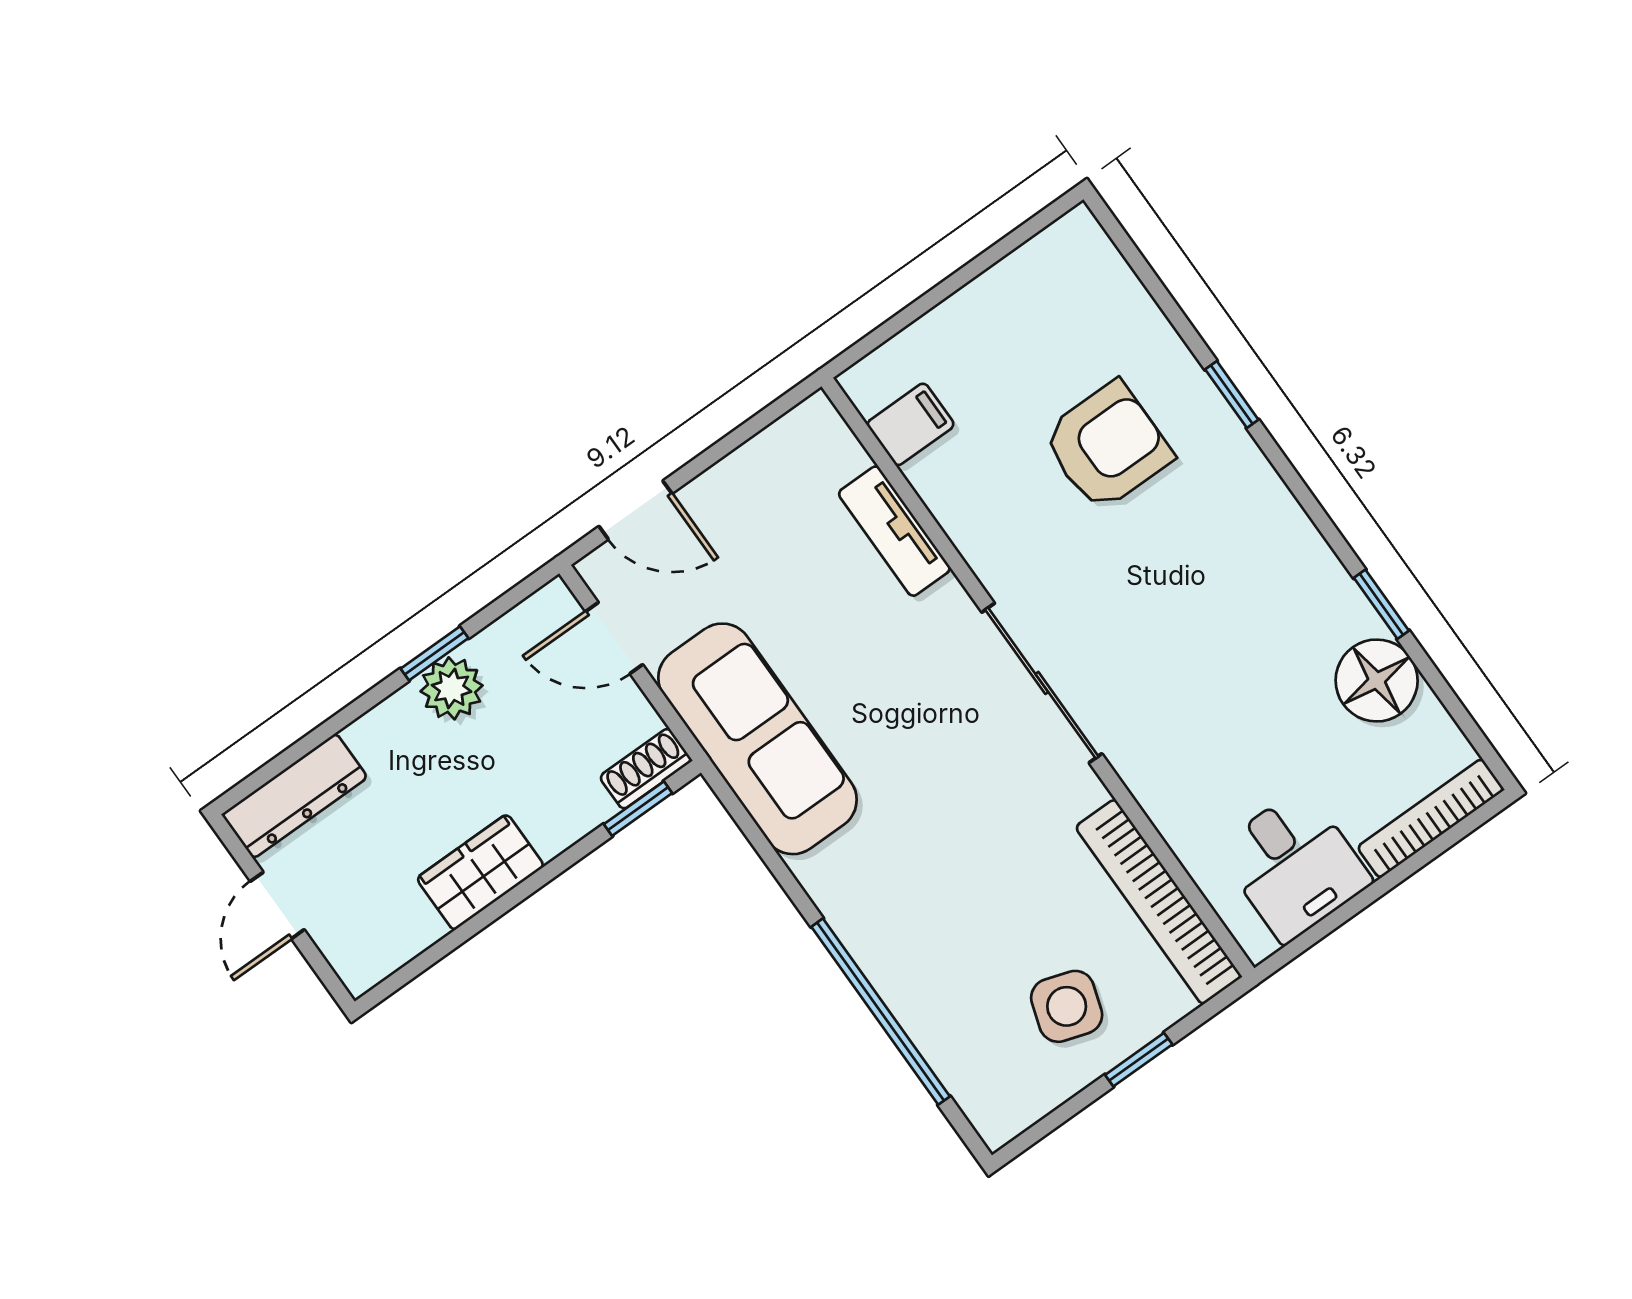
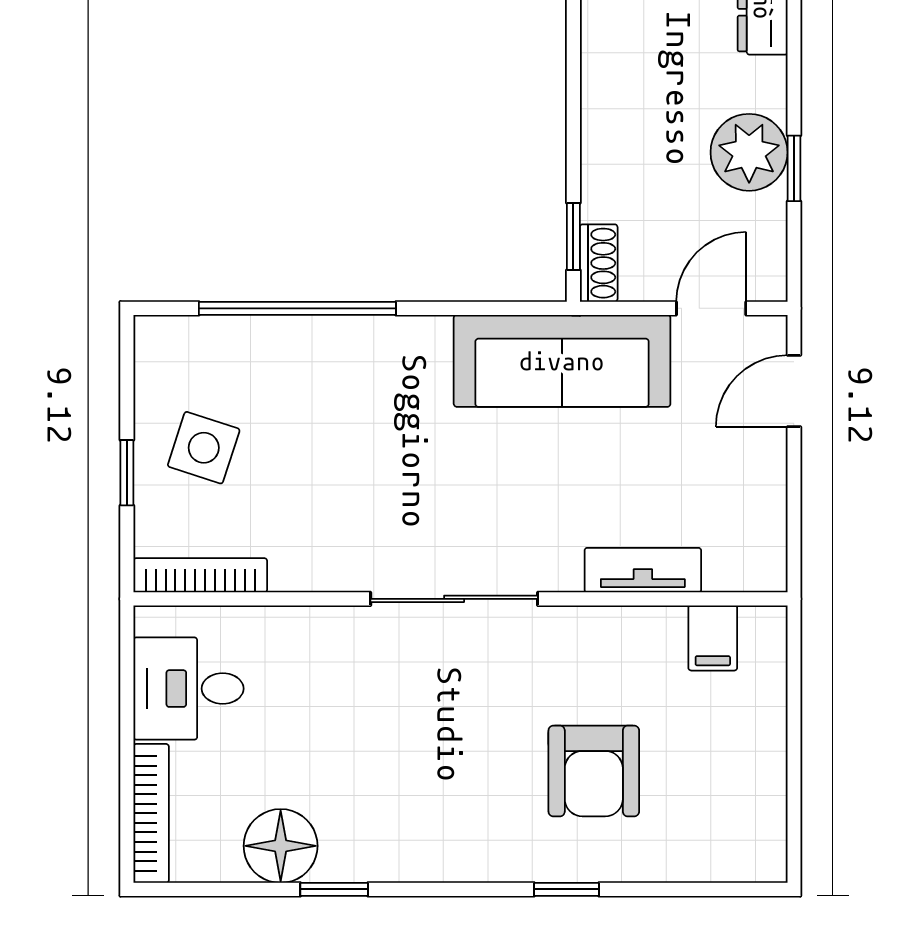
plant: (452, 688) -> (749, 152), width x1.36, depth x1.36
wardrobe: (480, 872) -> (609, 87), removed
bookcase: (1159, 902) -> (200, 575), width x0.68, depth x0.76

